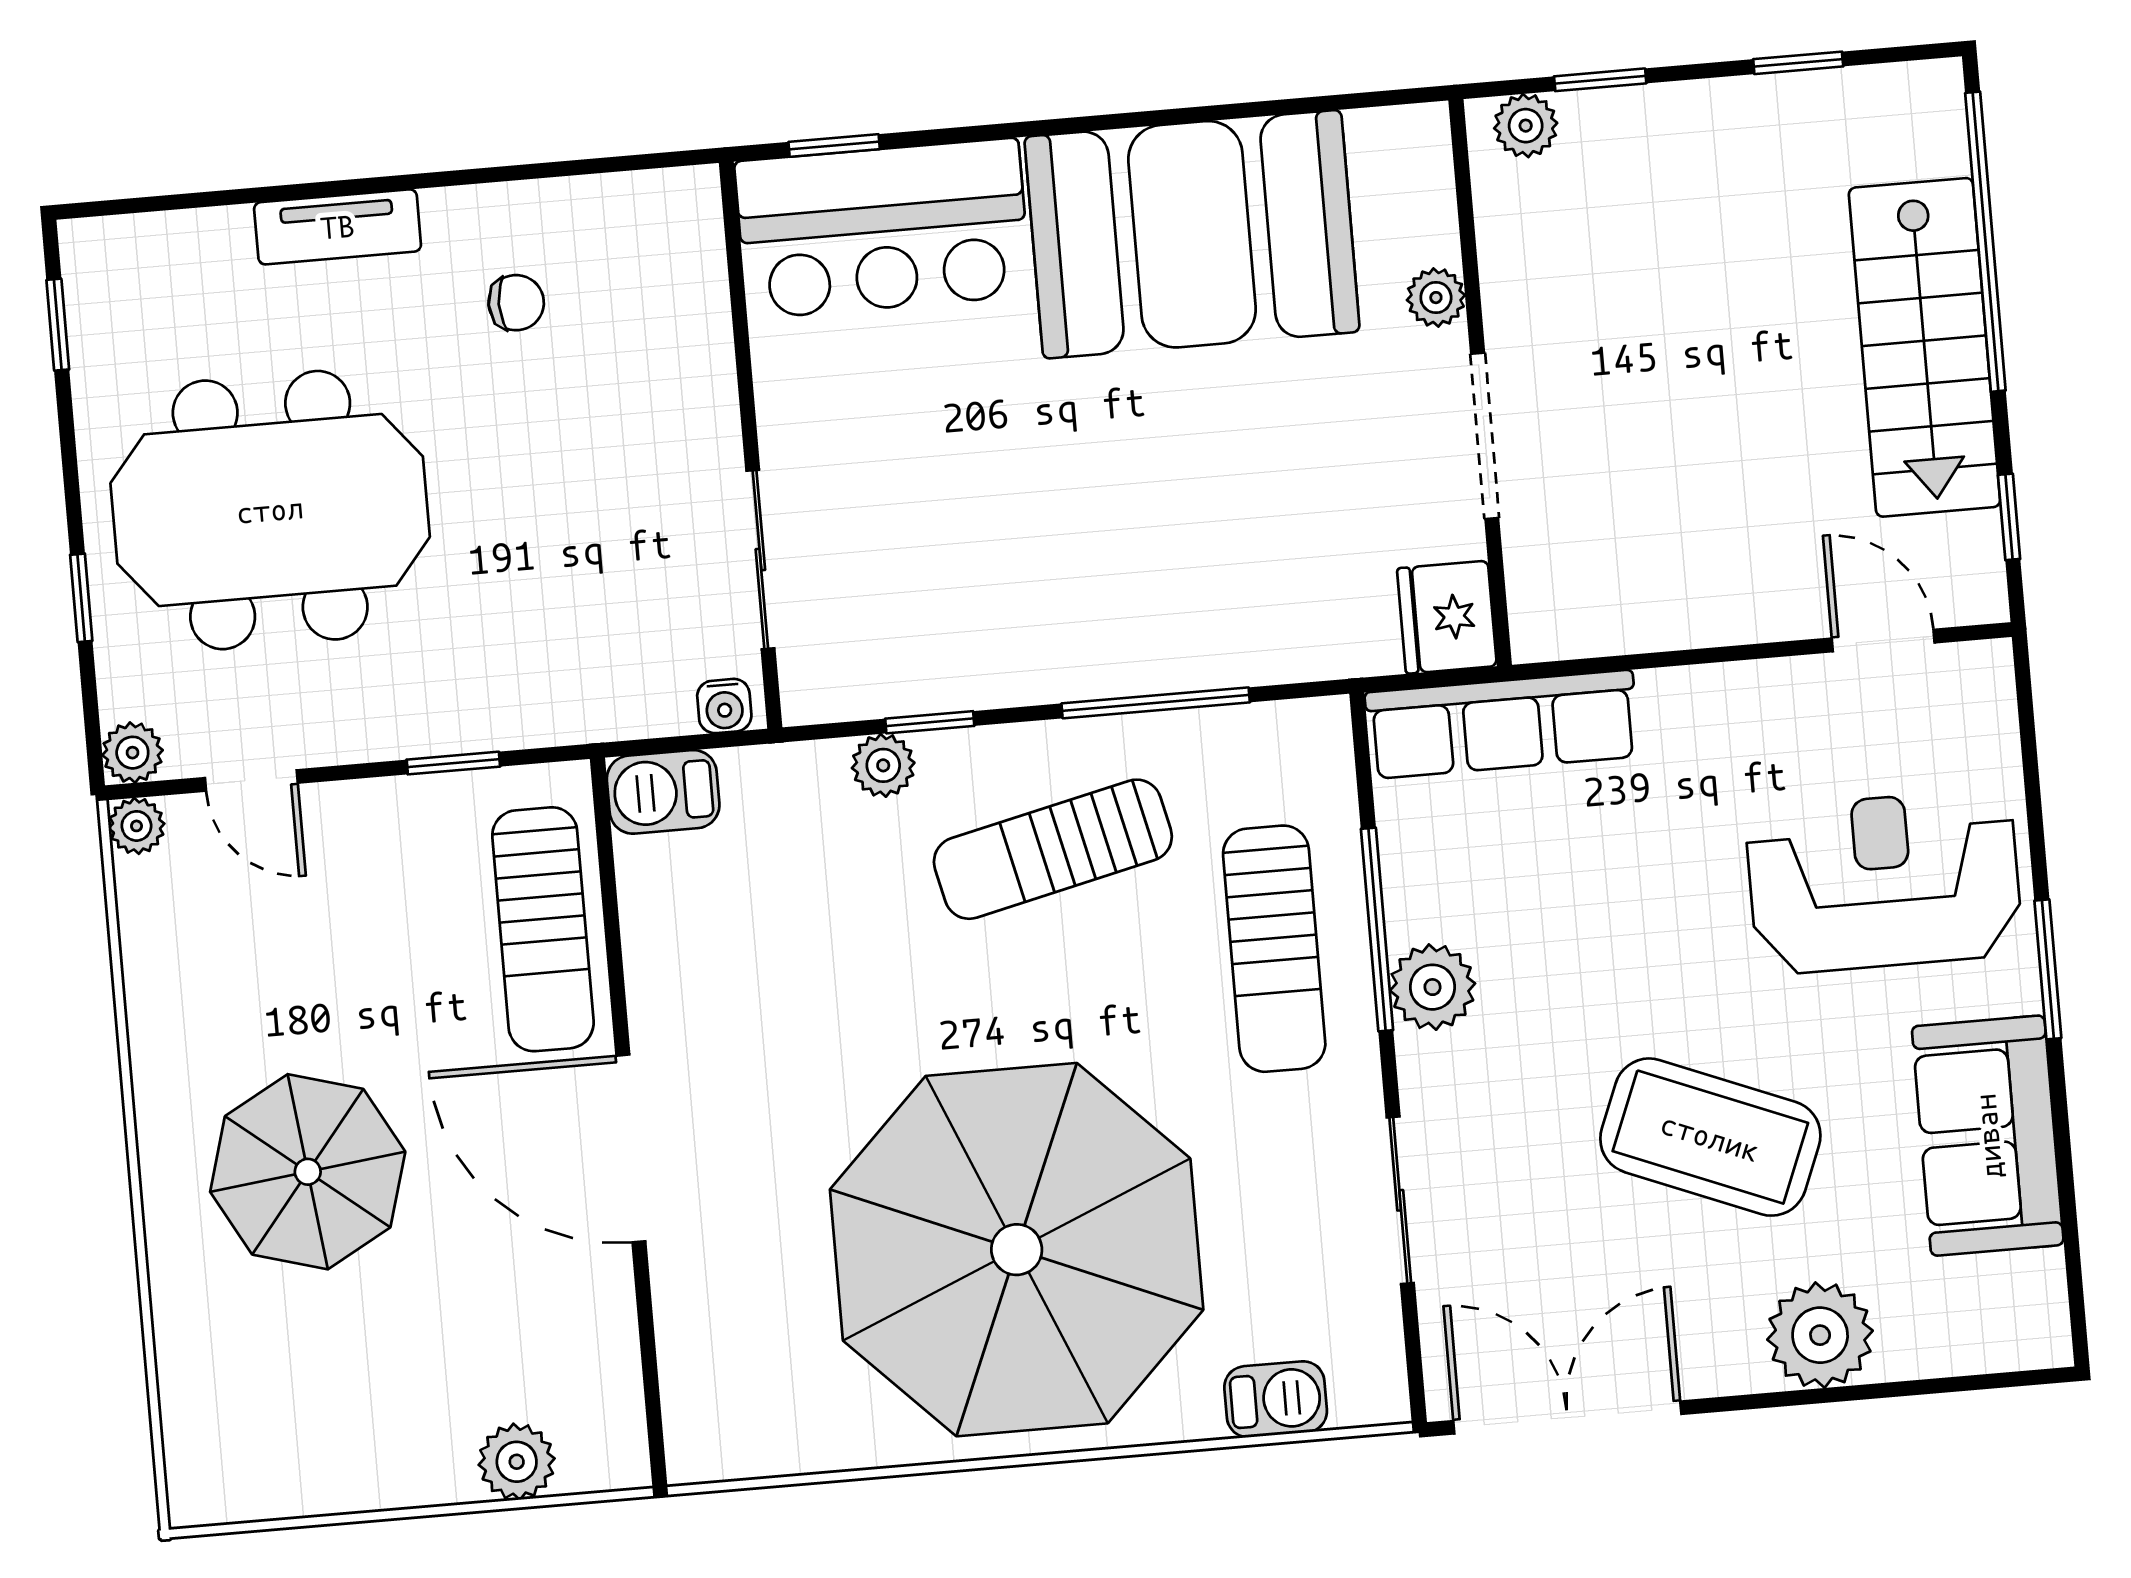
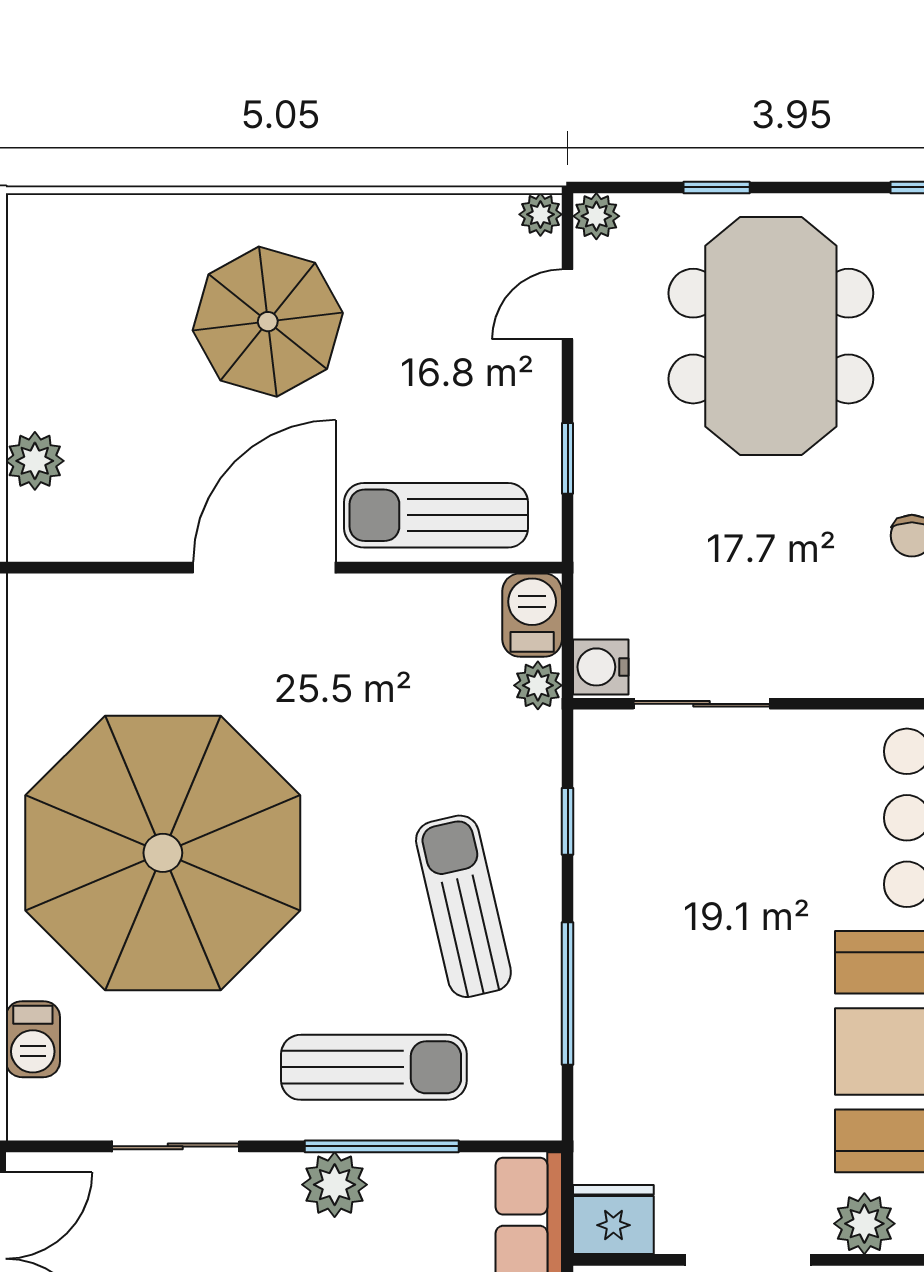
plant: (1436, 298) -> (864, 1224), width x1.38, depth x1.38
water cooler: (724, 706) -> (601, 667), width x1.38, depth x1.38
plant: (883, 765) -> (538, 685), moved
sun lounger: (1274, 949) -> (374, 1067), turned 180

